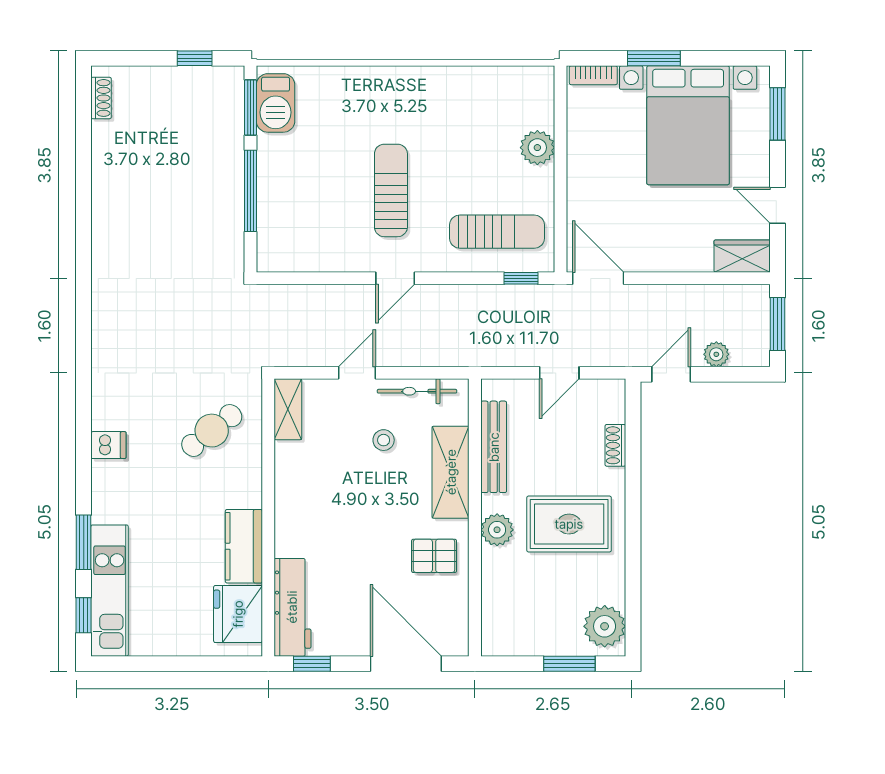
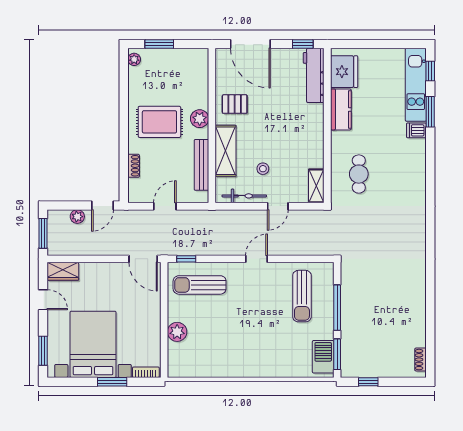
sun lounger: (391, 190) -> (302, 296), moved
cafe table: (212, 431) -> (359, 174), turned -52
dishwasher: (108, 445) -> (416, 130), moved
plant: (605, 626) -> (134, 59), width x0.53, depth x0.53

